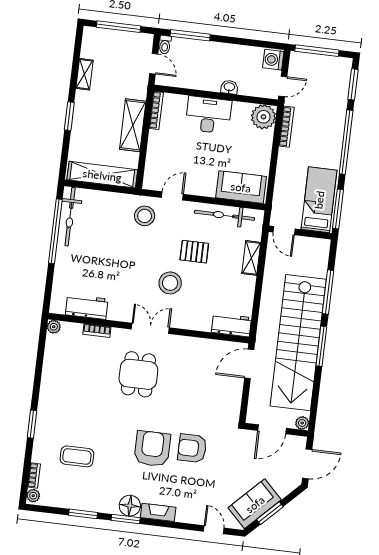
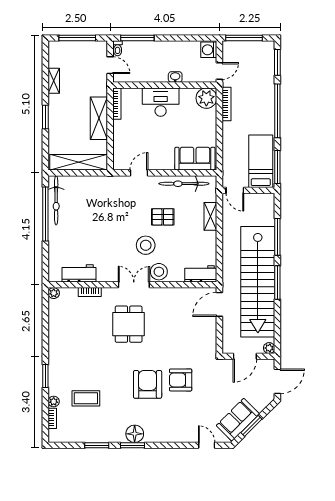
stool: (145, 216) -> (159, 272), moved
plant: (33, 496) -> (54, 402), moved
fireplace: (158, 512) -> (159, 437), removed

